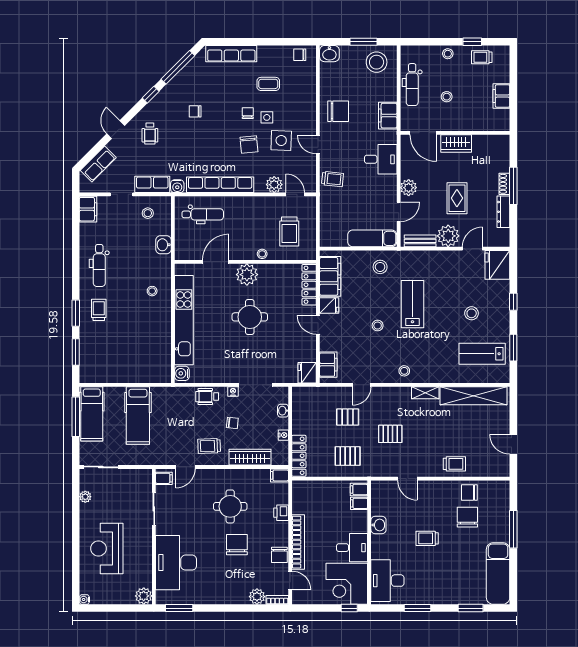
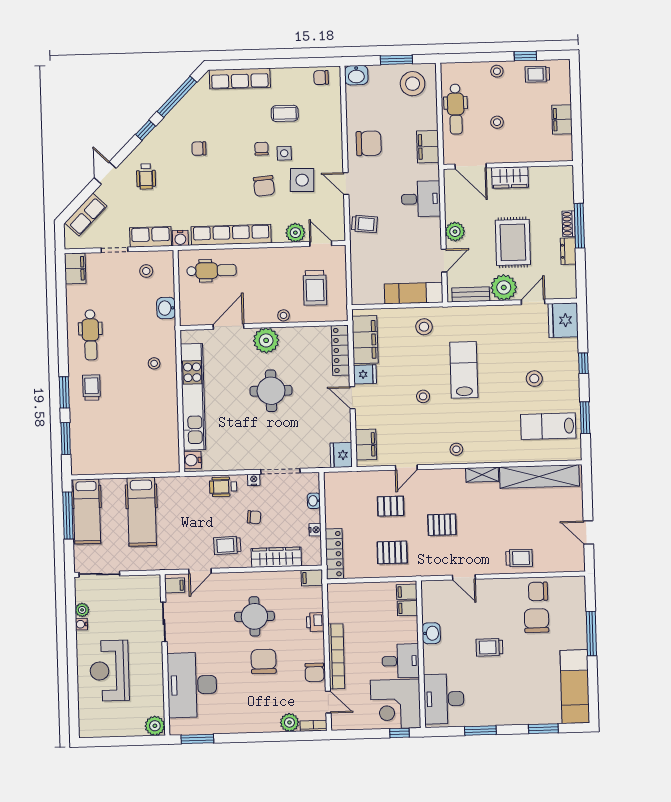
rug: (457, 198) -> (513, 242), width x1.36, depth x1.43
dresser: (503, 212) -> (568, 251), width x0.70
water cooler: (84, 599) -> (81, 624), moved

